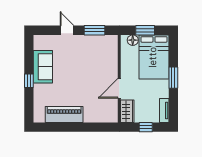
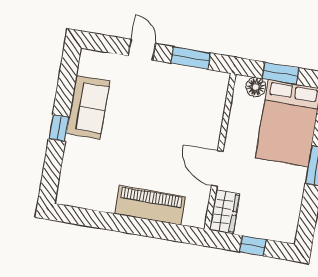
door: (119, 88) -> (217, 169), hinge flipped
tv unit: (164, 110) -> (290, 221), removed
piano: (64, 115) -> (150, 205), moved

